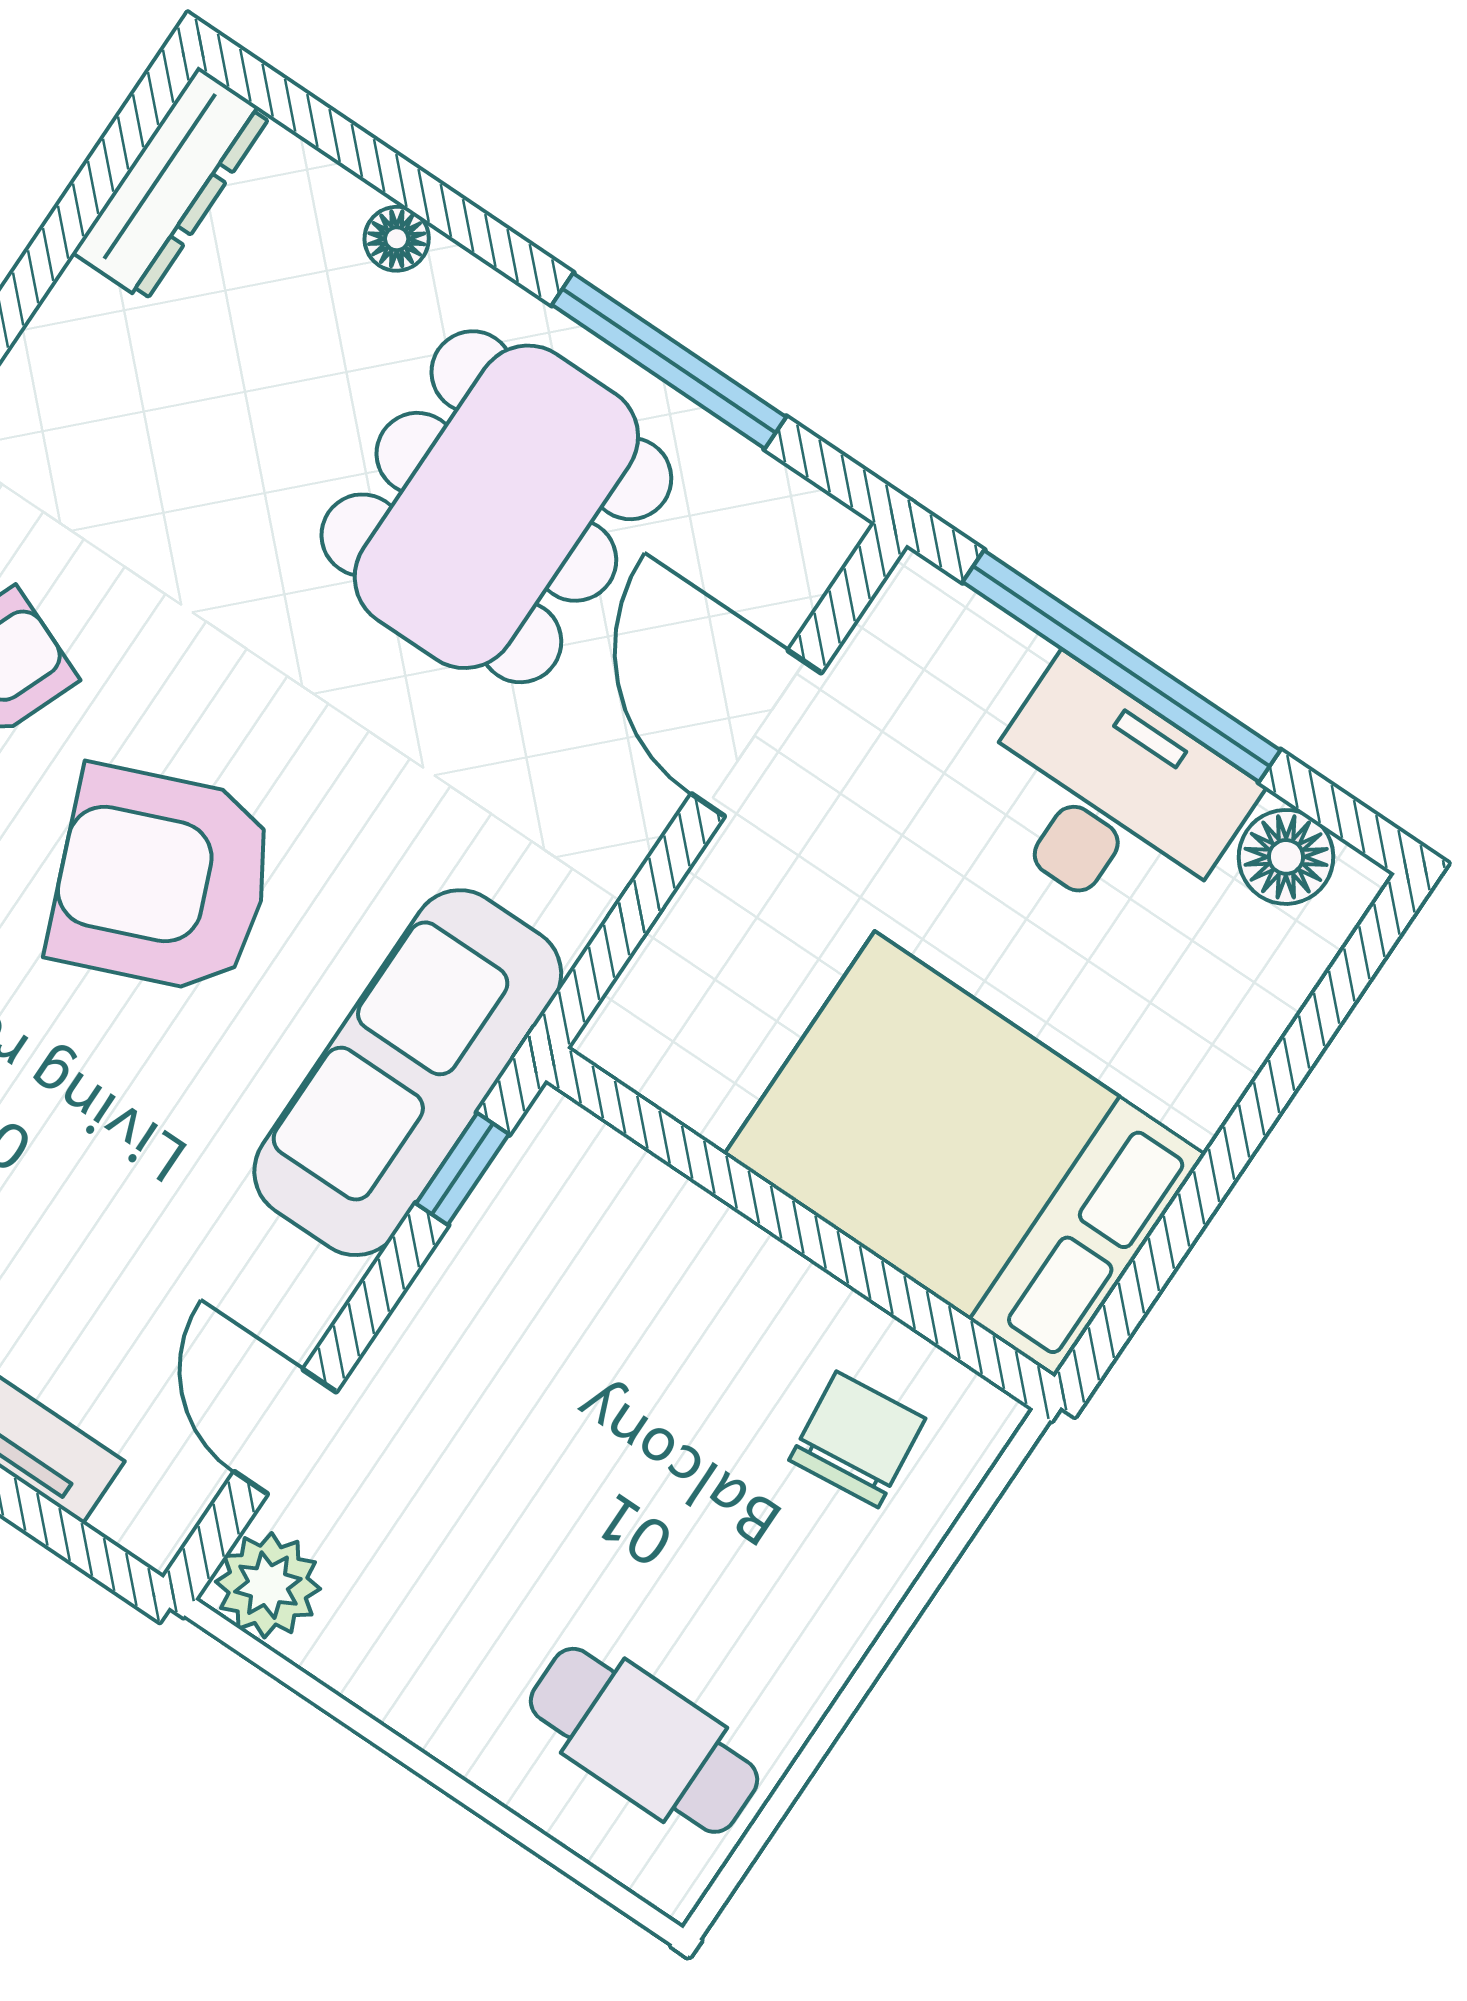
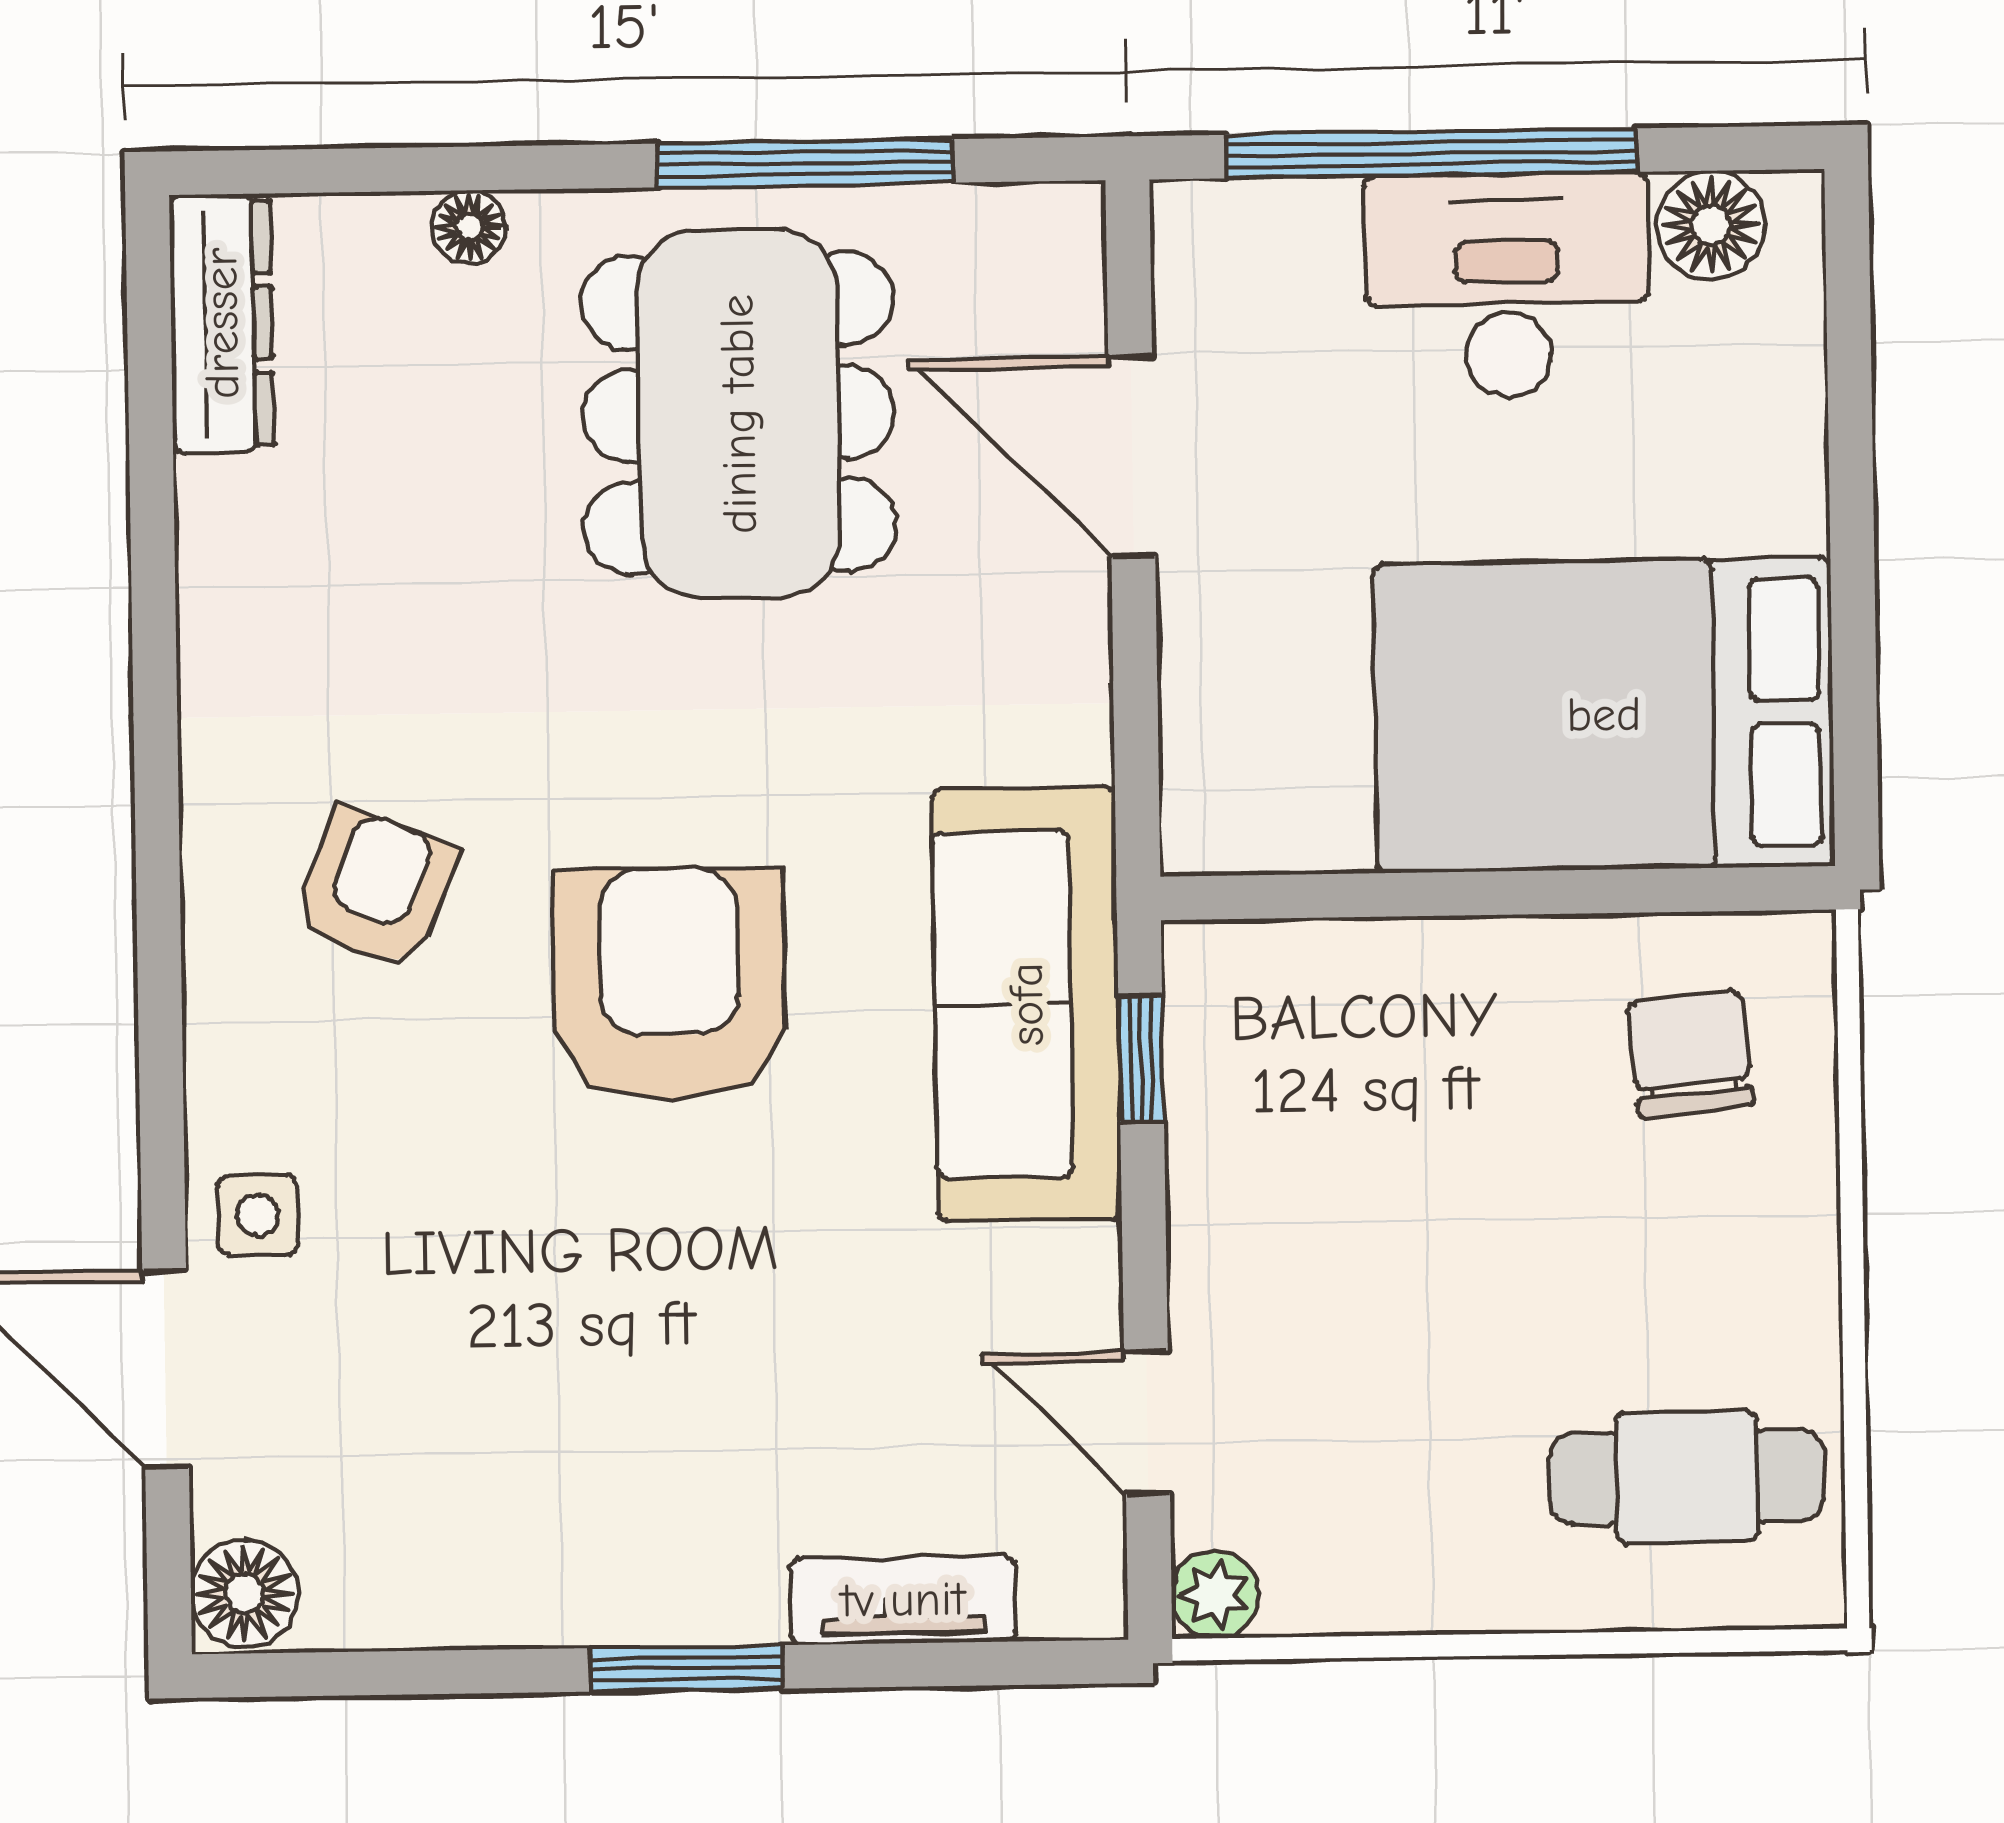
armchair: (162, 880) -> (669, 984), turned 112
plant: (268, 1585) -> (1215, 1594), width x0.73, depth x0.73

